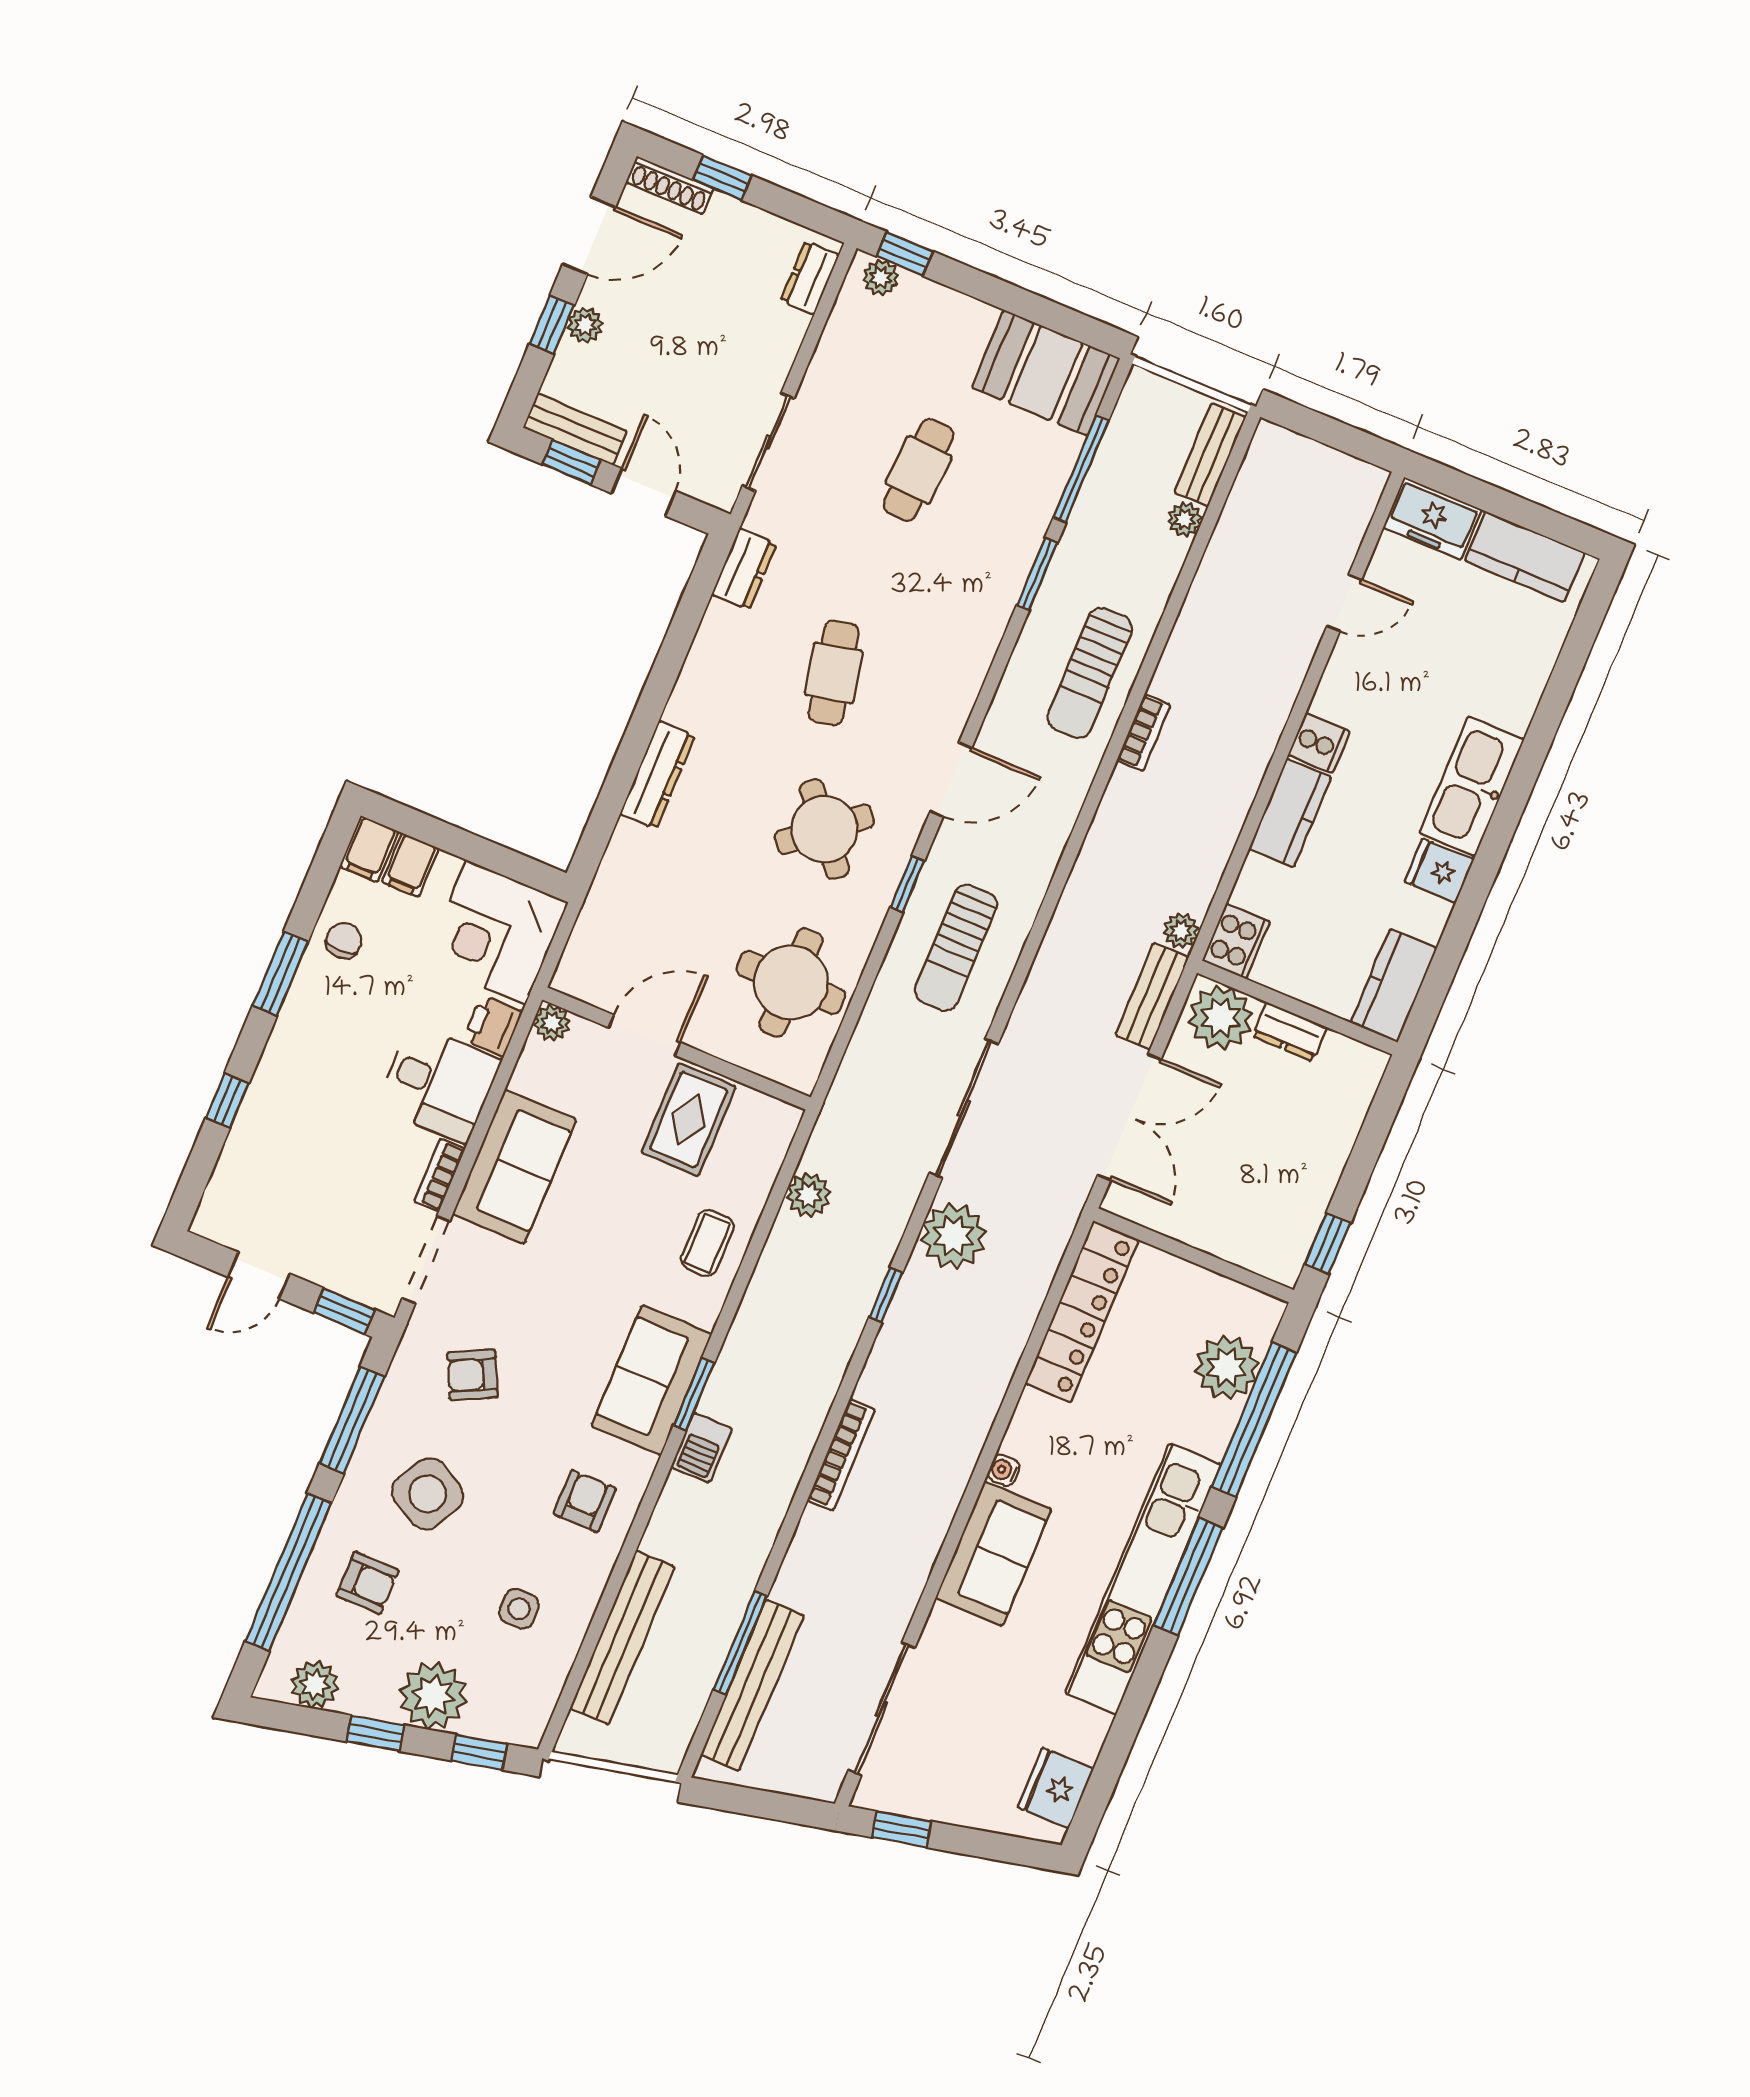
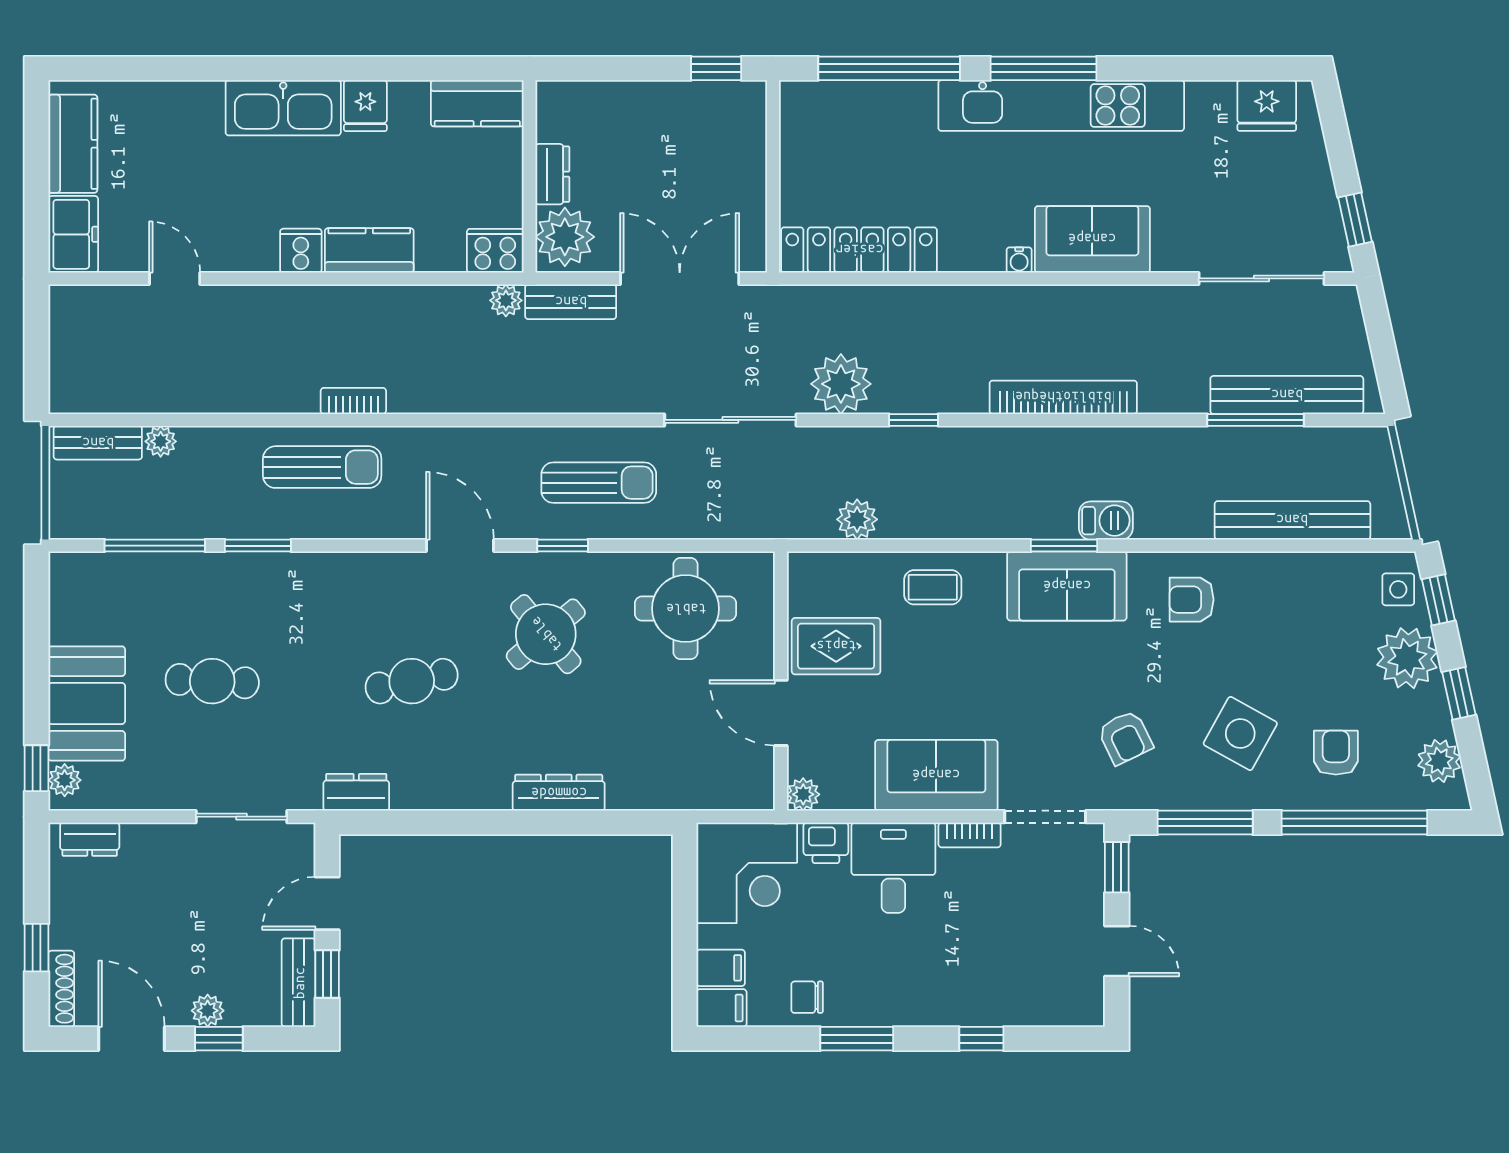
booth: (1046, 373) -> (87, 703), moved
plant: (1227, 1367) -> (855, 109), removed
bookcase: (841, 1455) -> (1063, 397), width x1.48, depth x1.31
side table: (519, 1609) -> (1398, 589), moved

